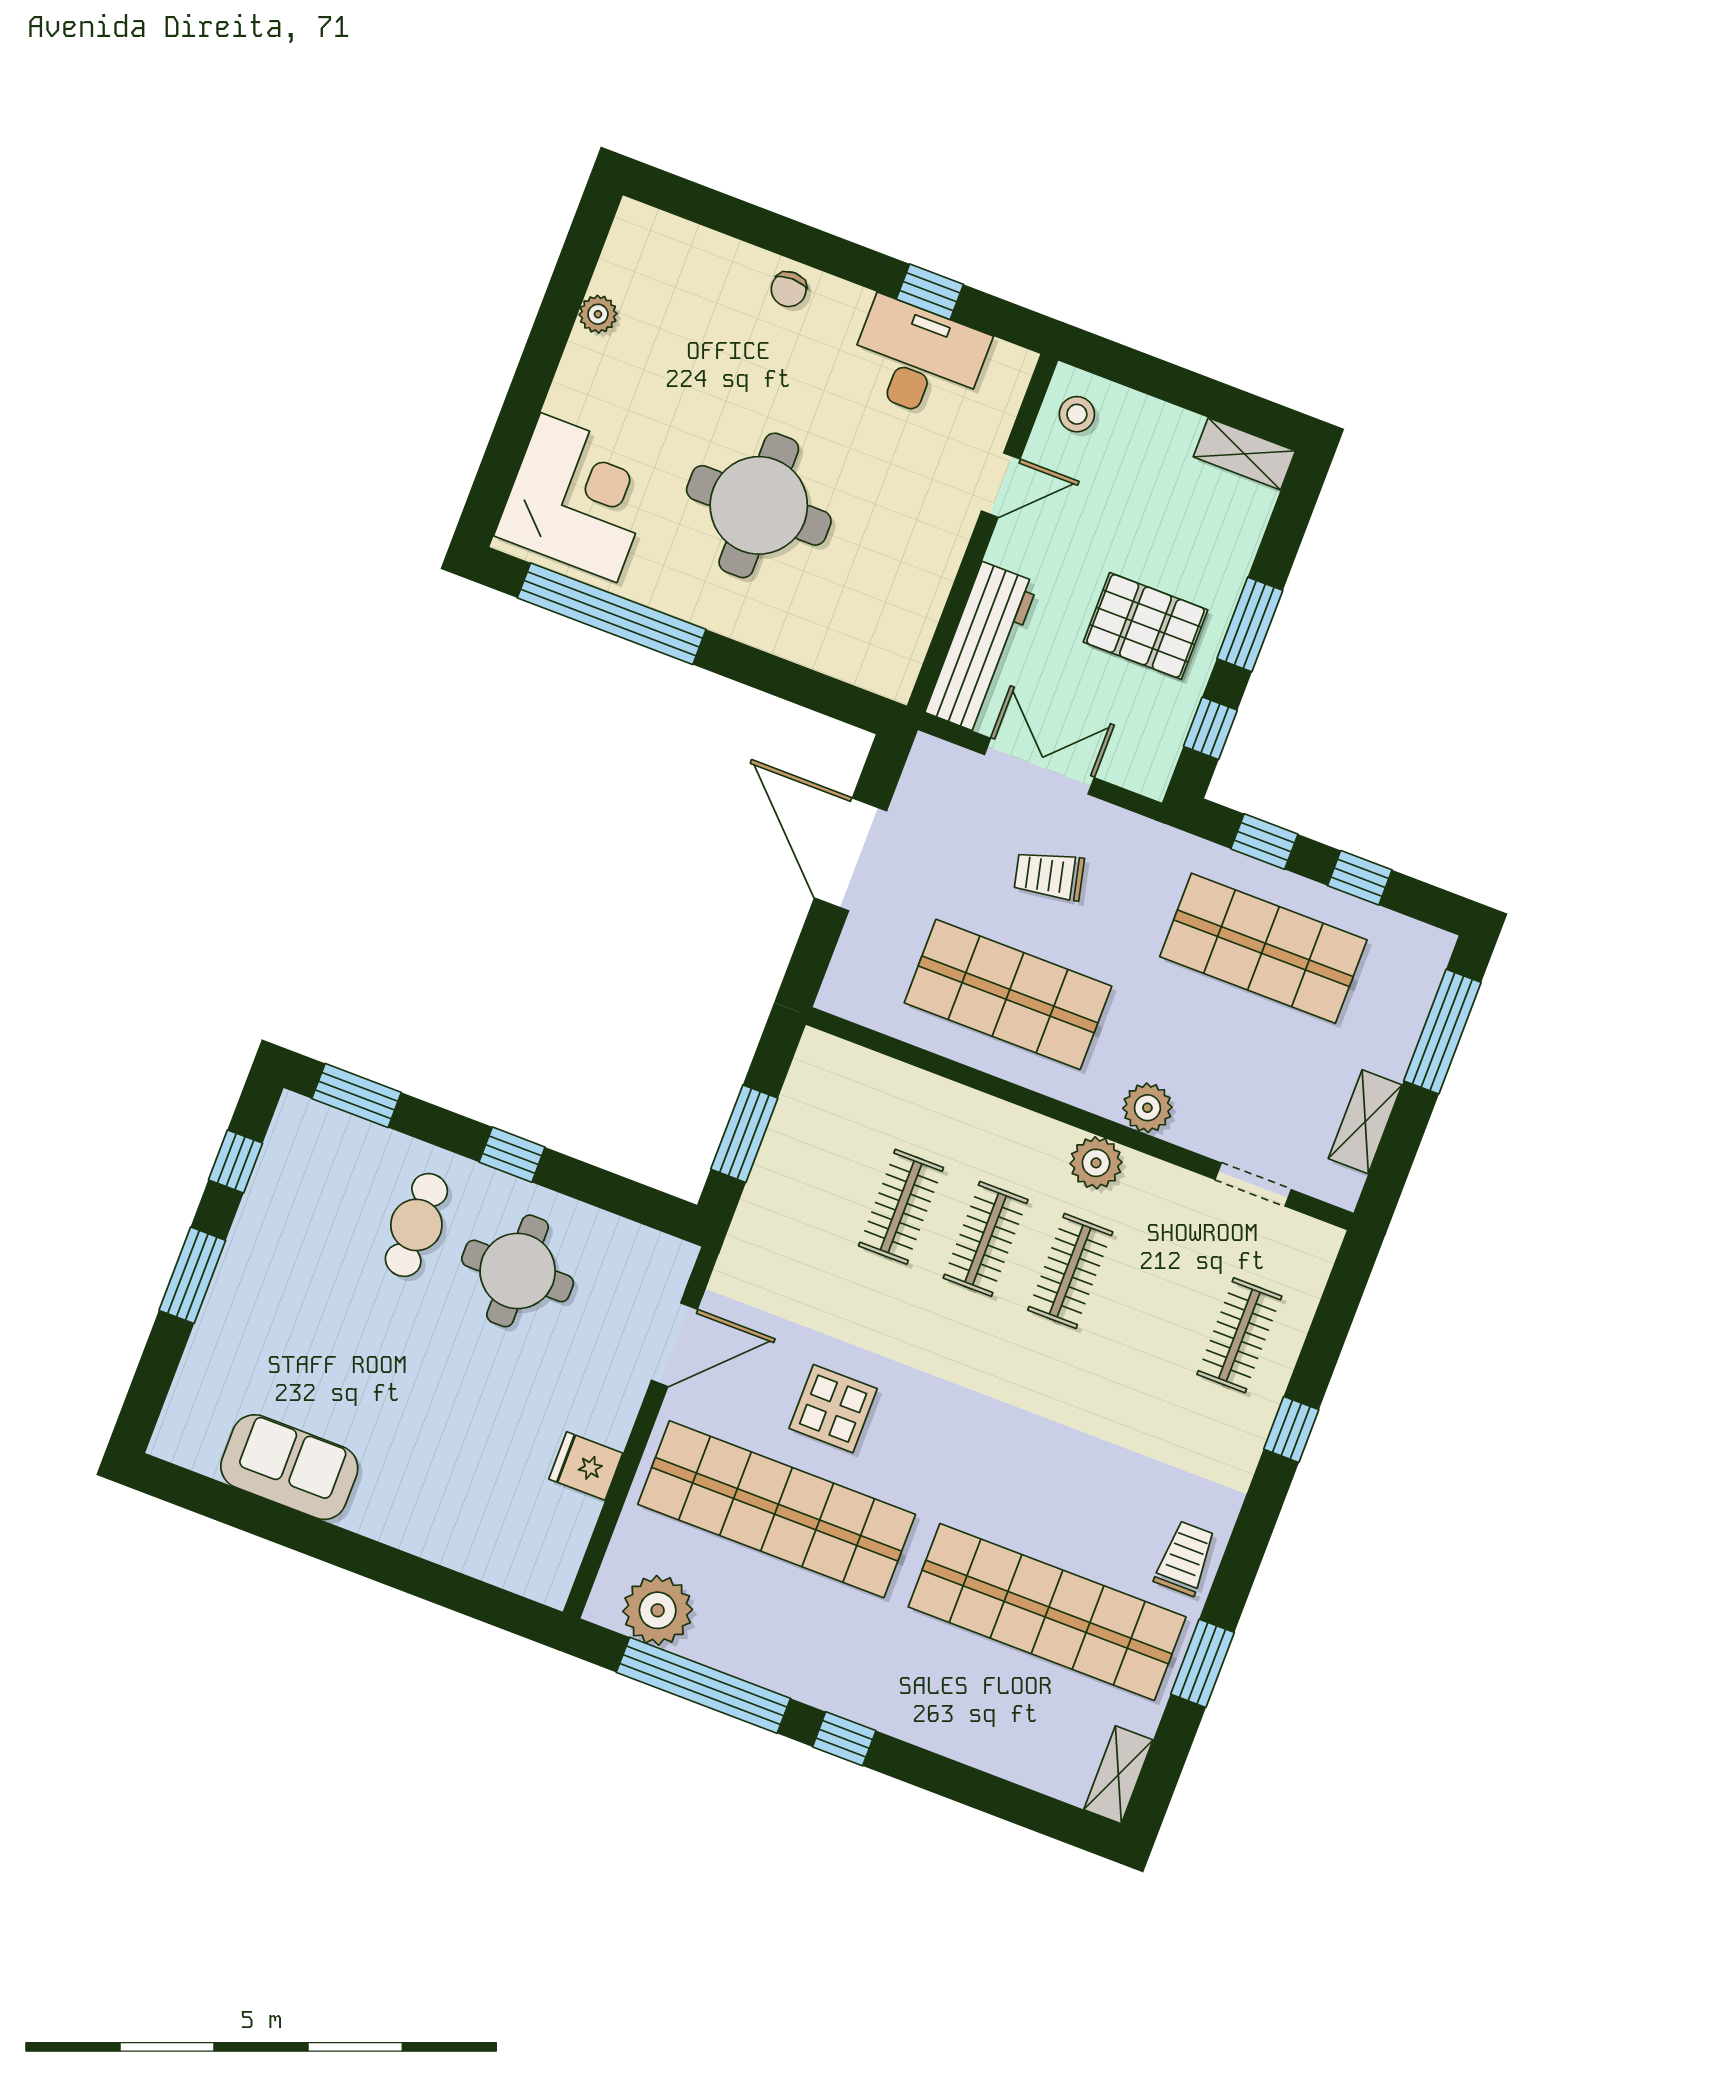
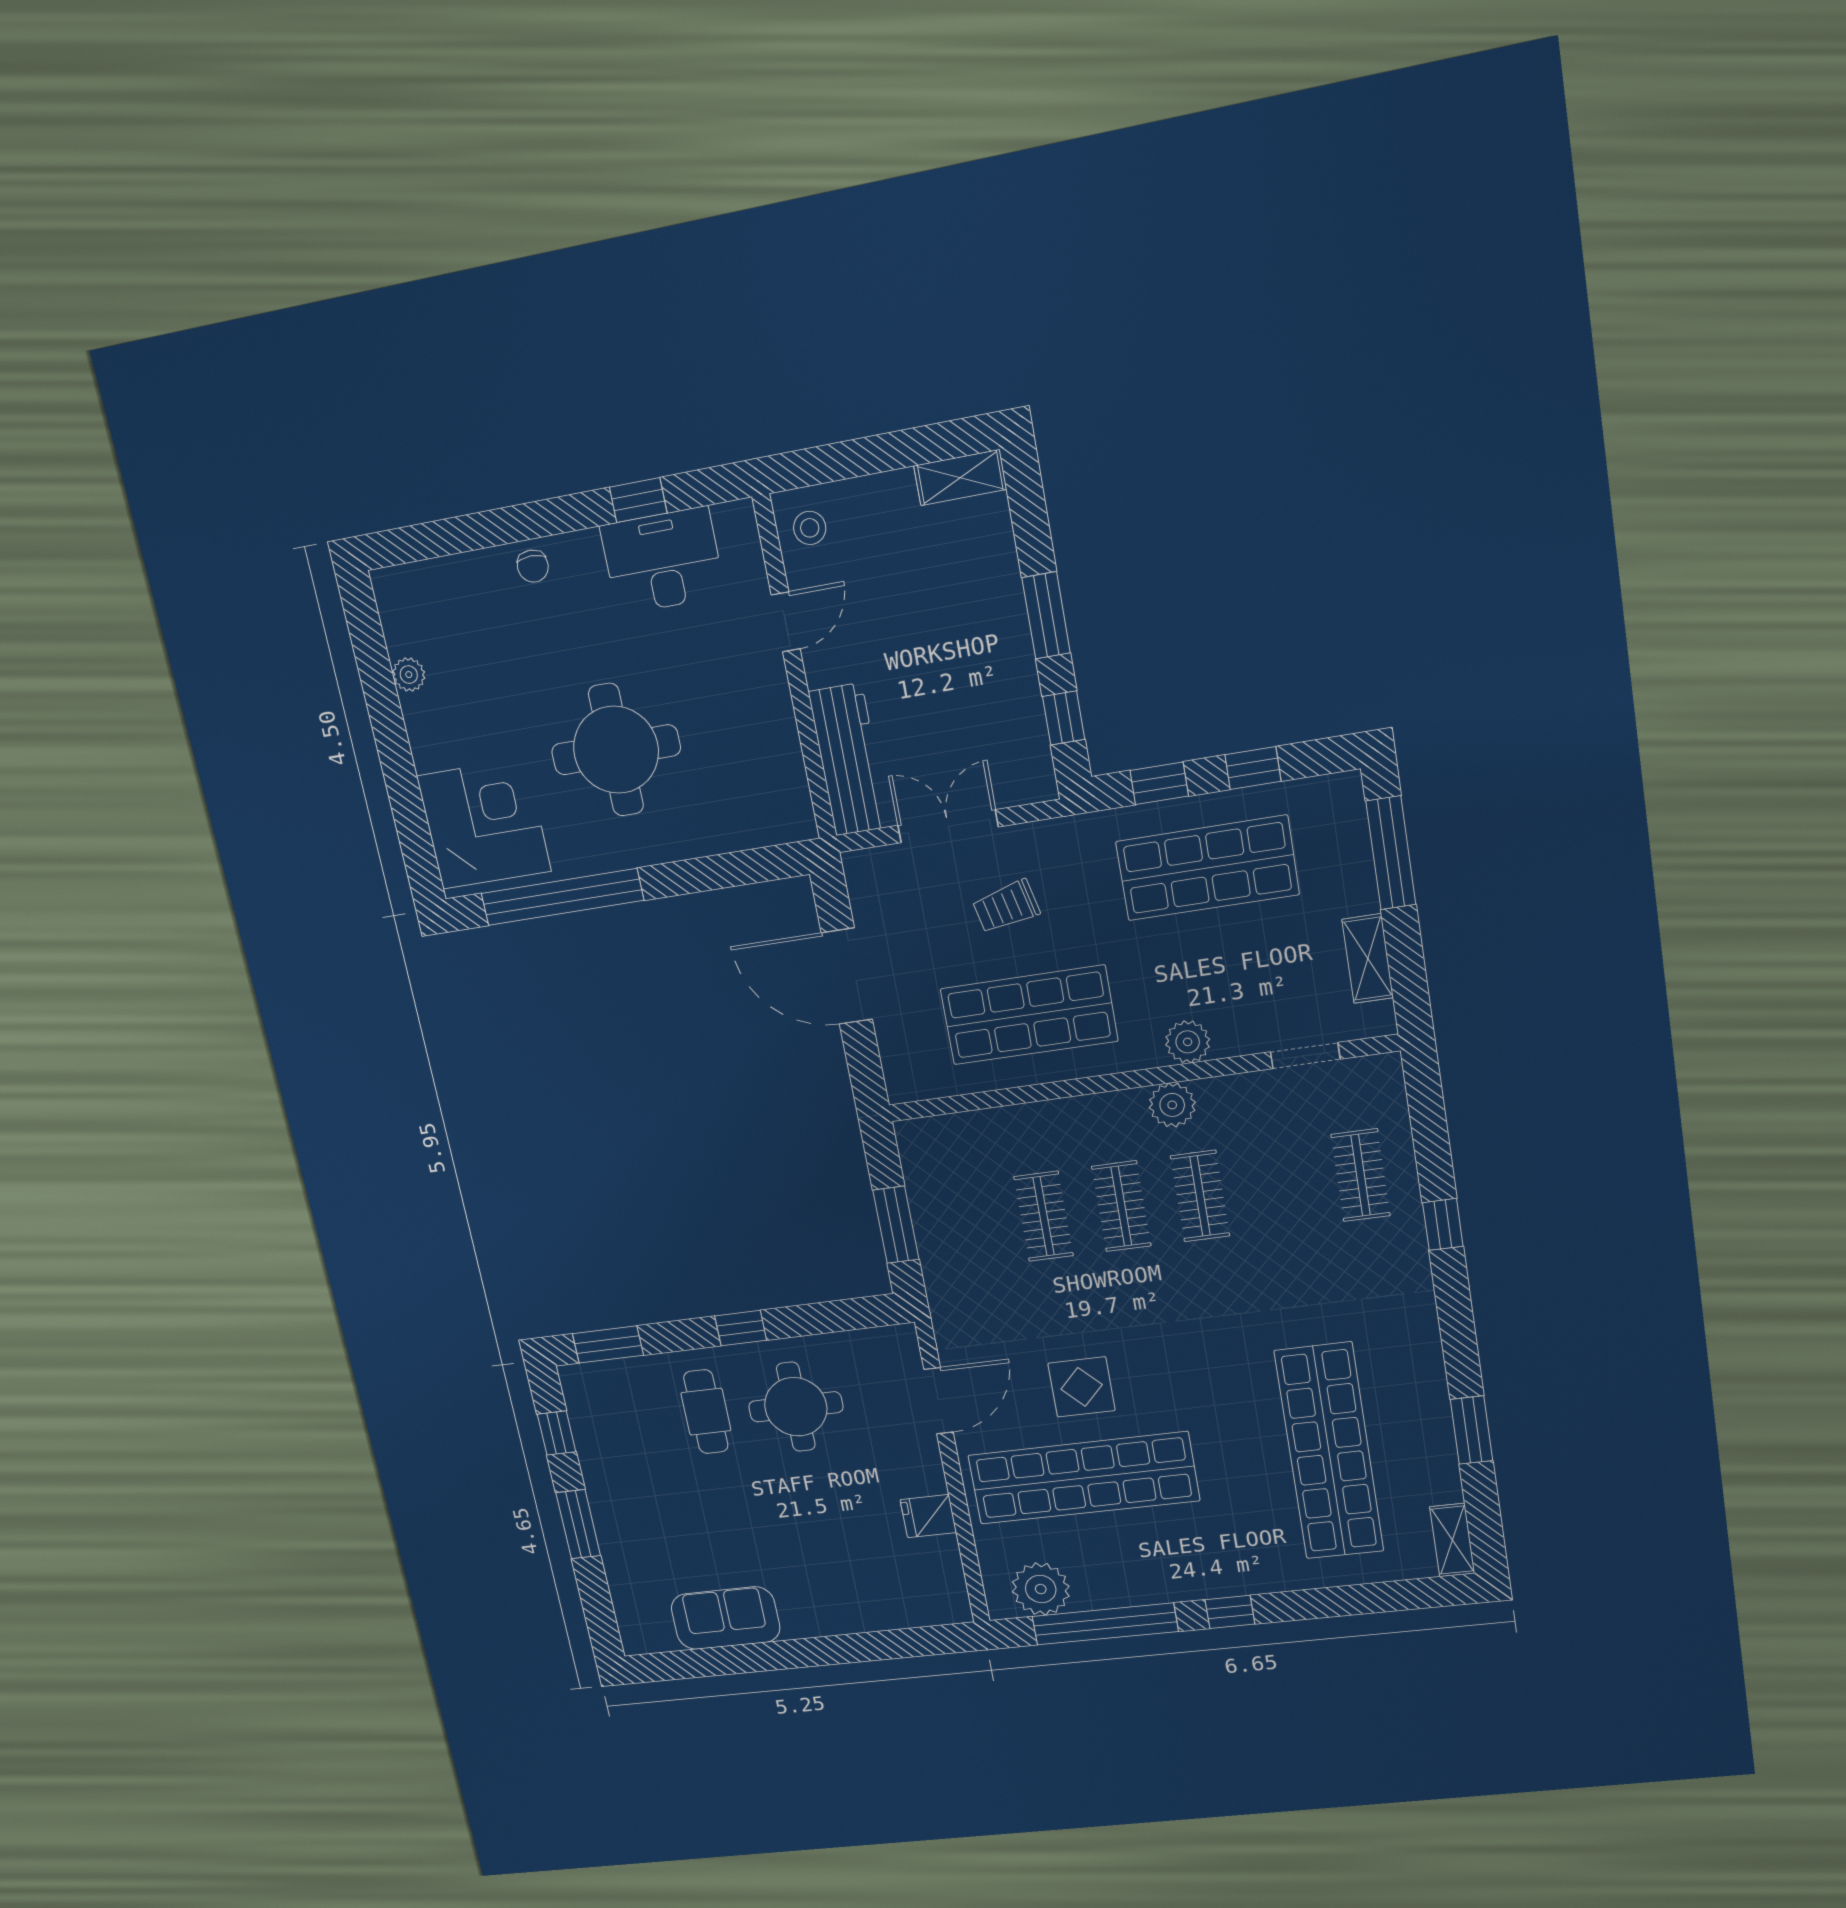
pallet: (1146, 626) -> (964, 666), removed
trolley: (1185, 1558) -> (1414, 1361), removed
shop shelf: (1047, 1612) -> (1329, 1451), turned 90

